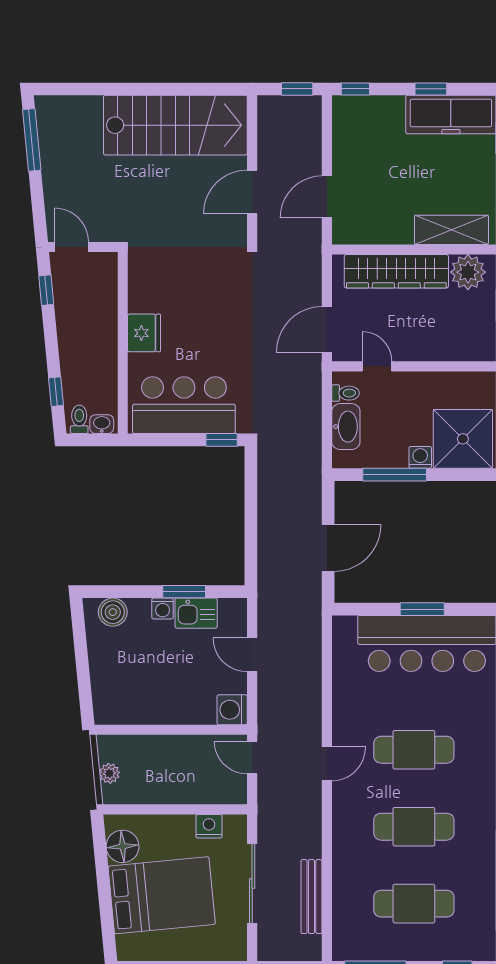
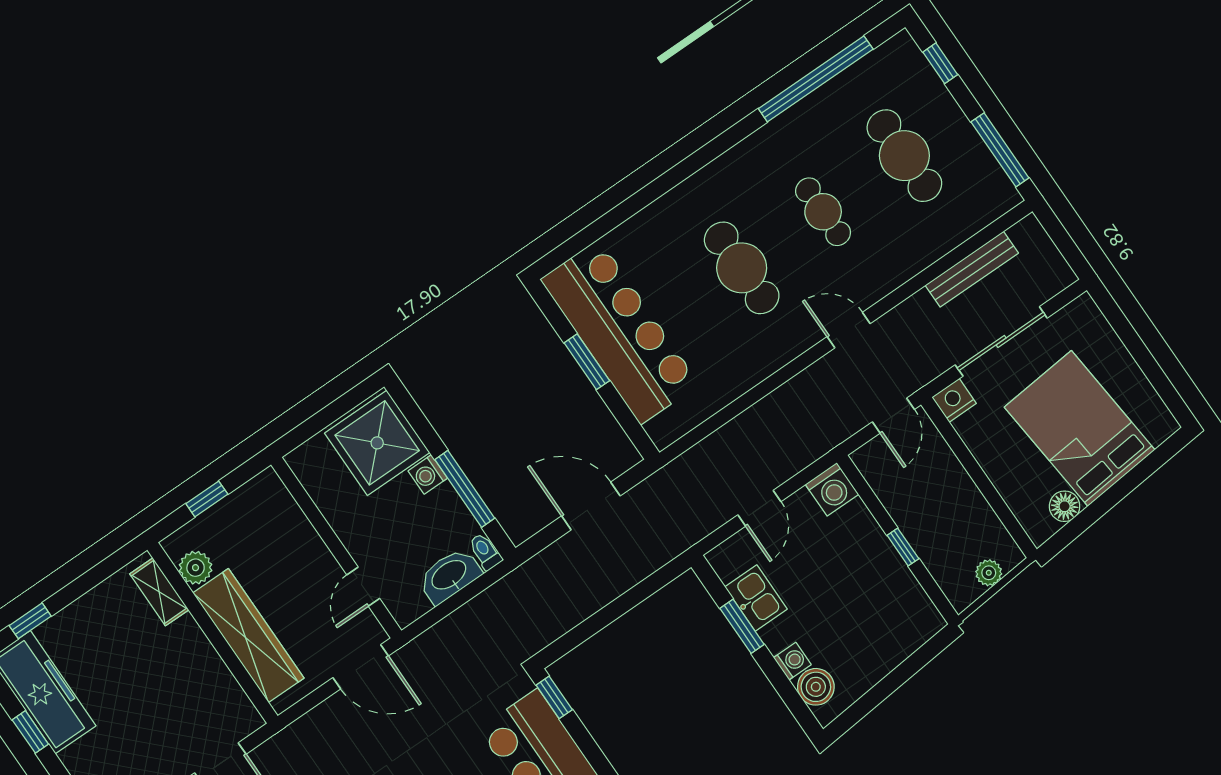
shelving: (451, 230) -> (159, 592), width x0.67, depth x0.75
plant: (468, 272) -> (196, 568), width x0.73, depth x0.73
toilet: (345, 393) -> (485, 552), moved
washing machine: (163, 608) -> (792, 661), moved
window: (164, 730) -> (903, 547), added
door: (252, 757) -> (893, 416), moved
door: (327, 764) -> (849, 330), moved
nightstand: (209, 826) -> (954, 400), moved, turned 90
cafe table: (414, 827) -> (823, 212), width x0.73, depth x0.74
floor lamp: (123, 846) -> (1065, 506), width x0.73, depth x0.73

